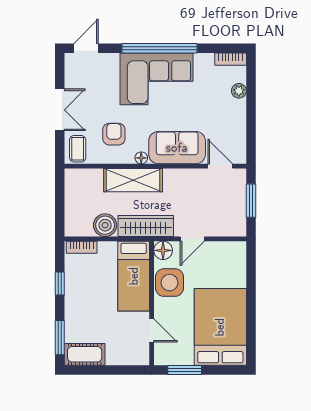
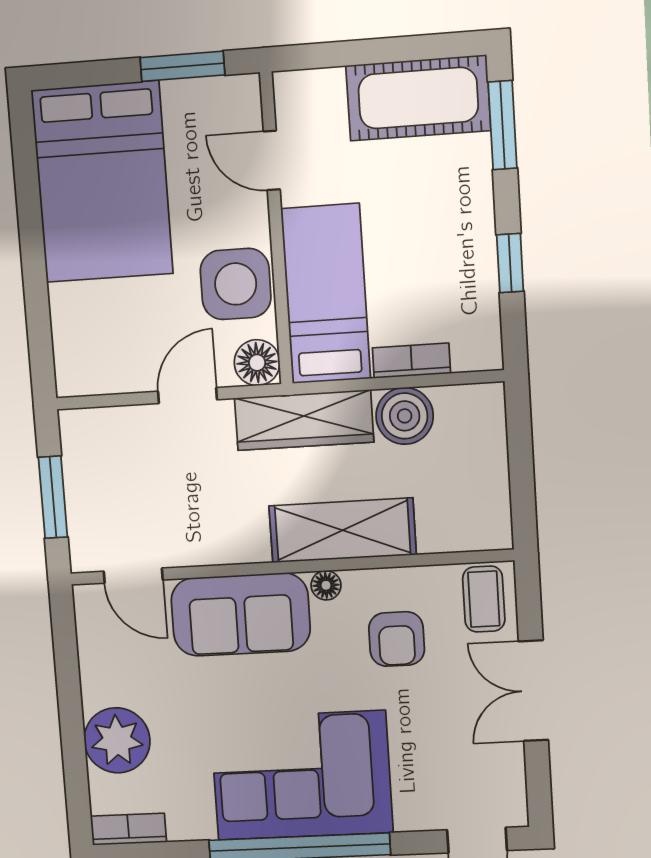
plant: (239, 91) -> (117, 740), width x1.88, depth x1.88
bookcase: (82, 247) -> (411, 361), moved
cot: (85, 354) -> (418, 98), width x1.37, depth x1.34

